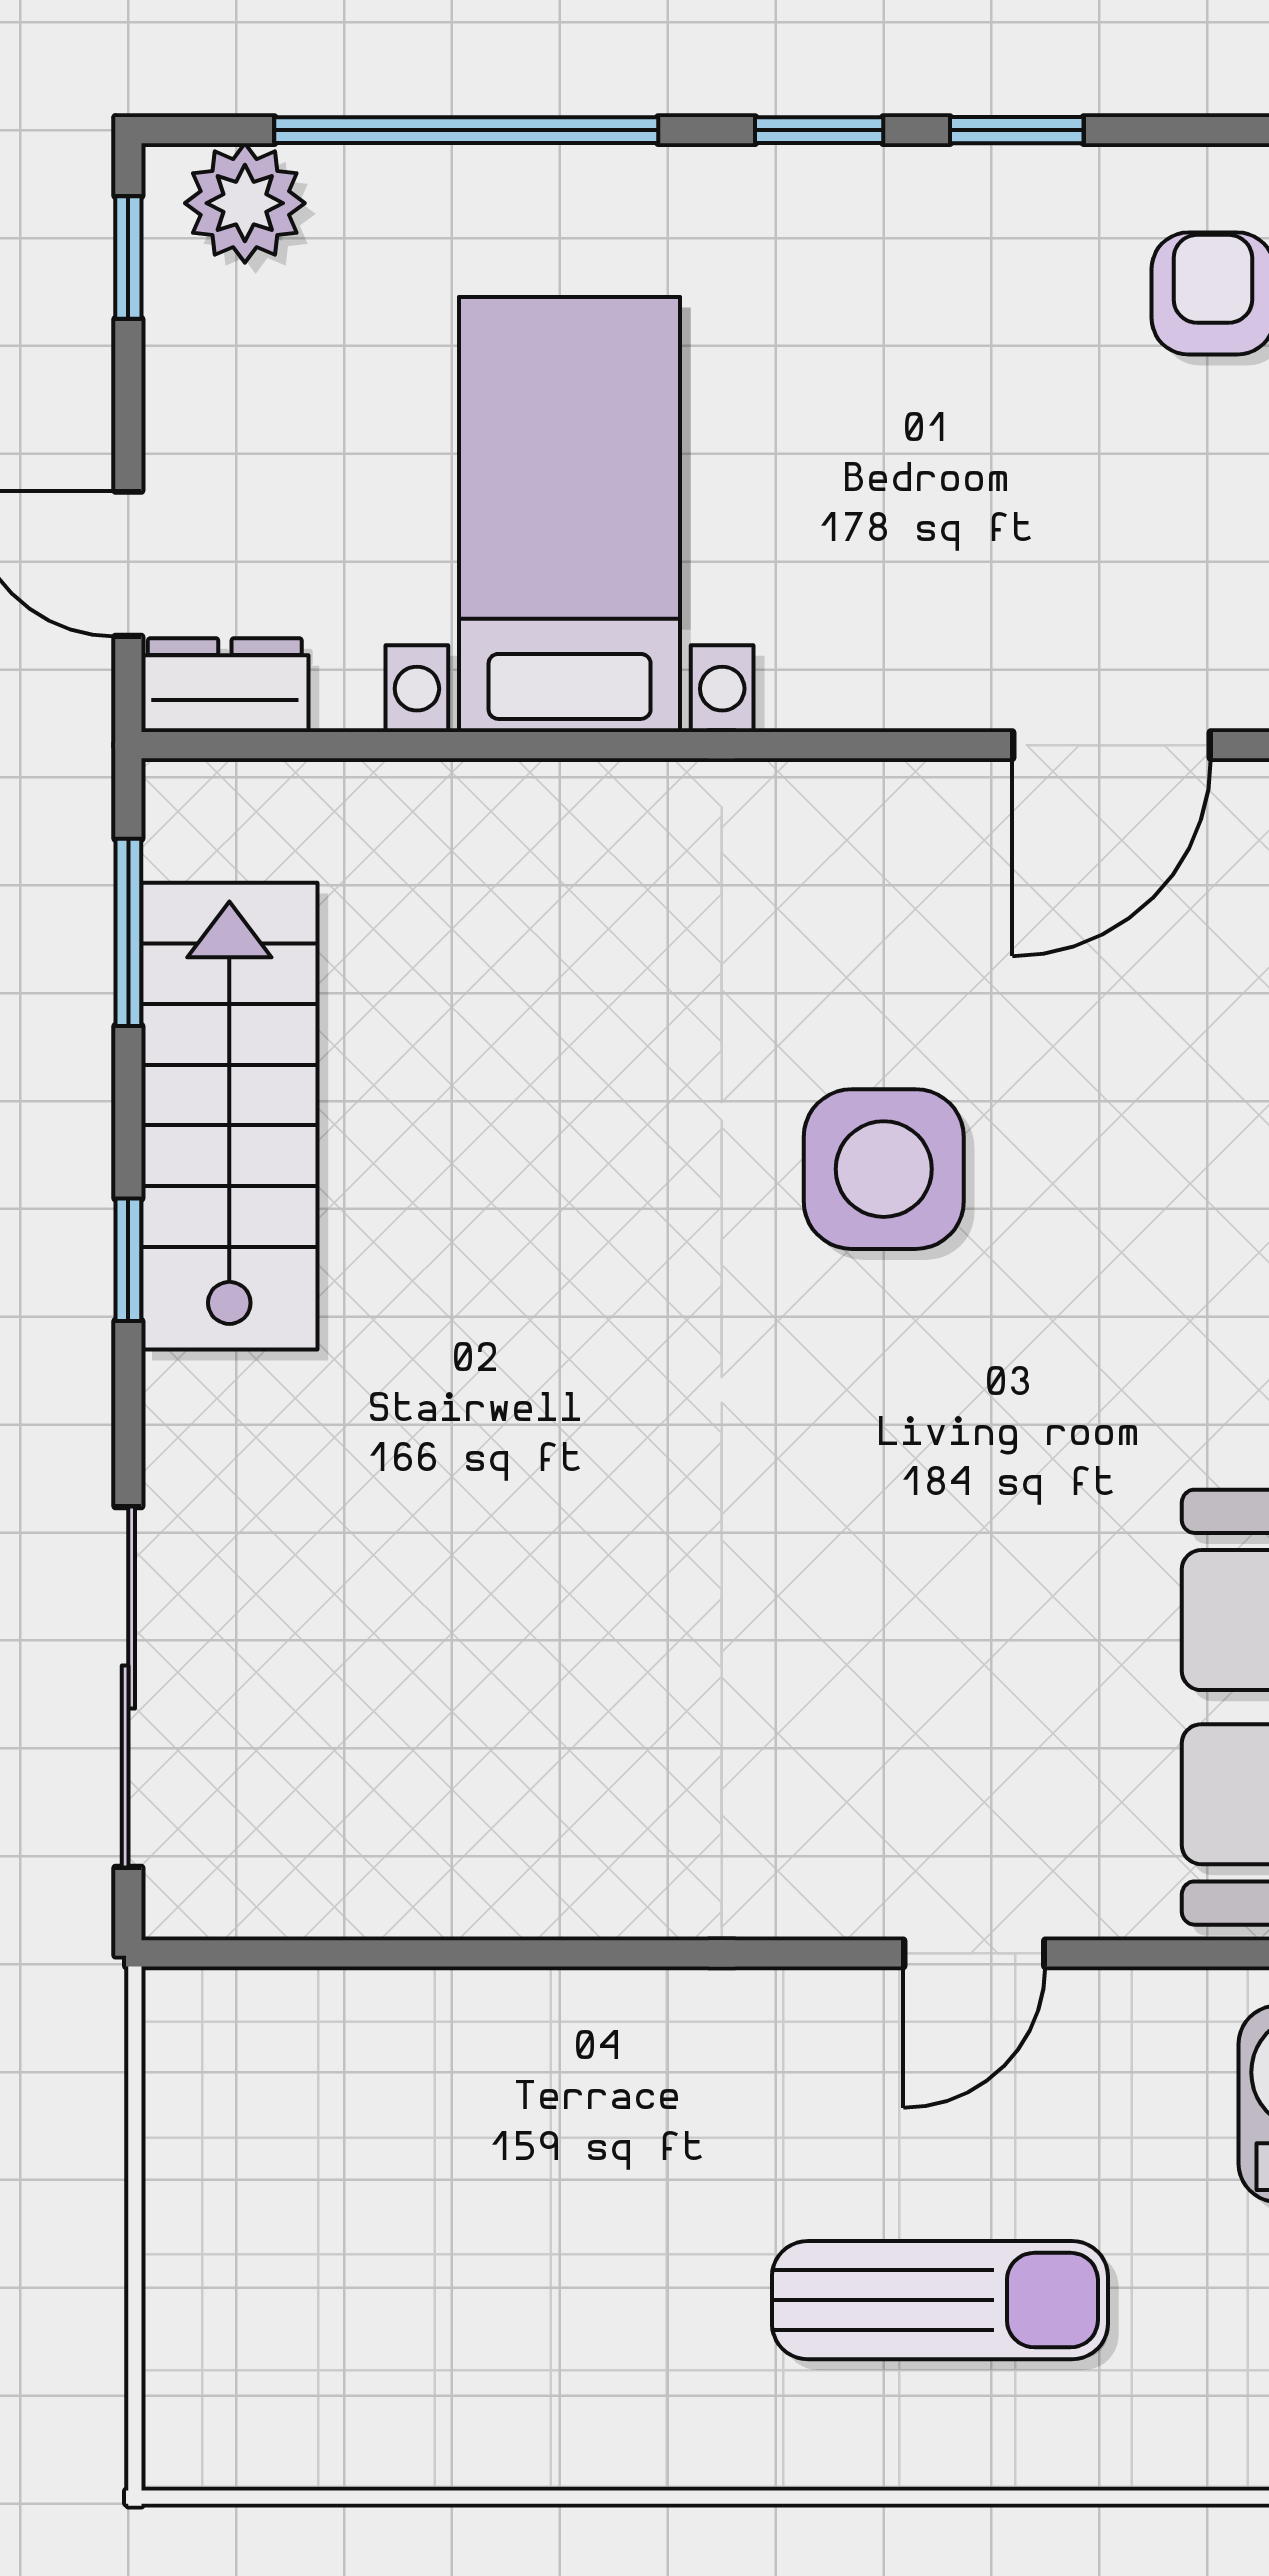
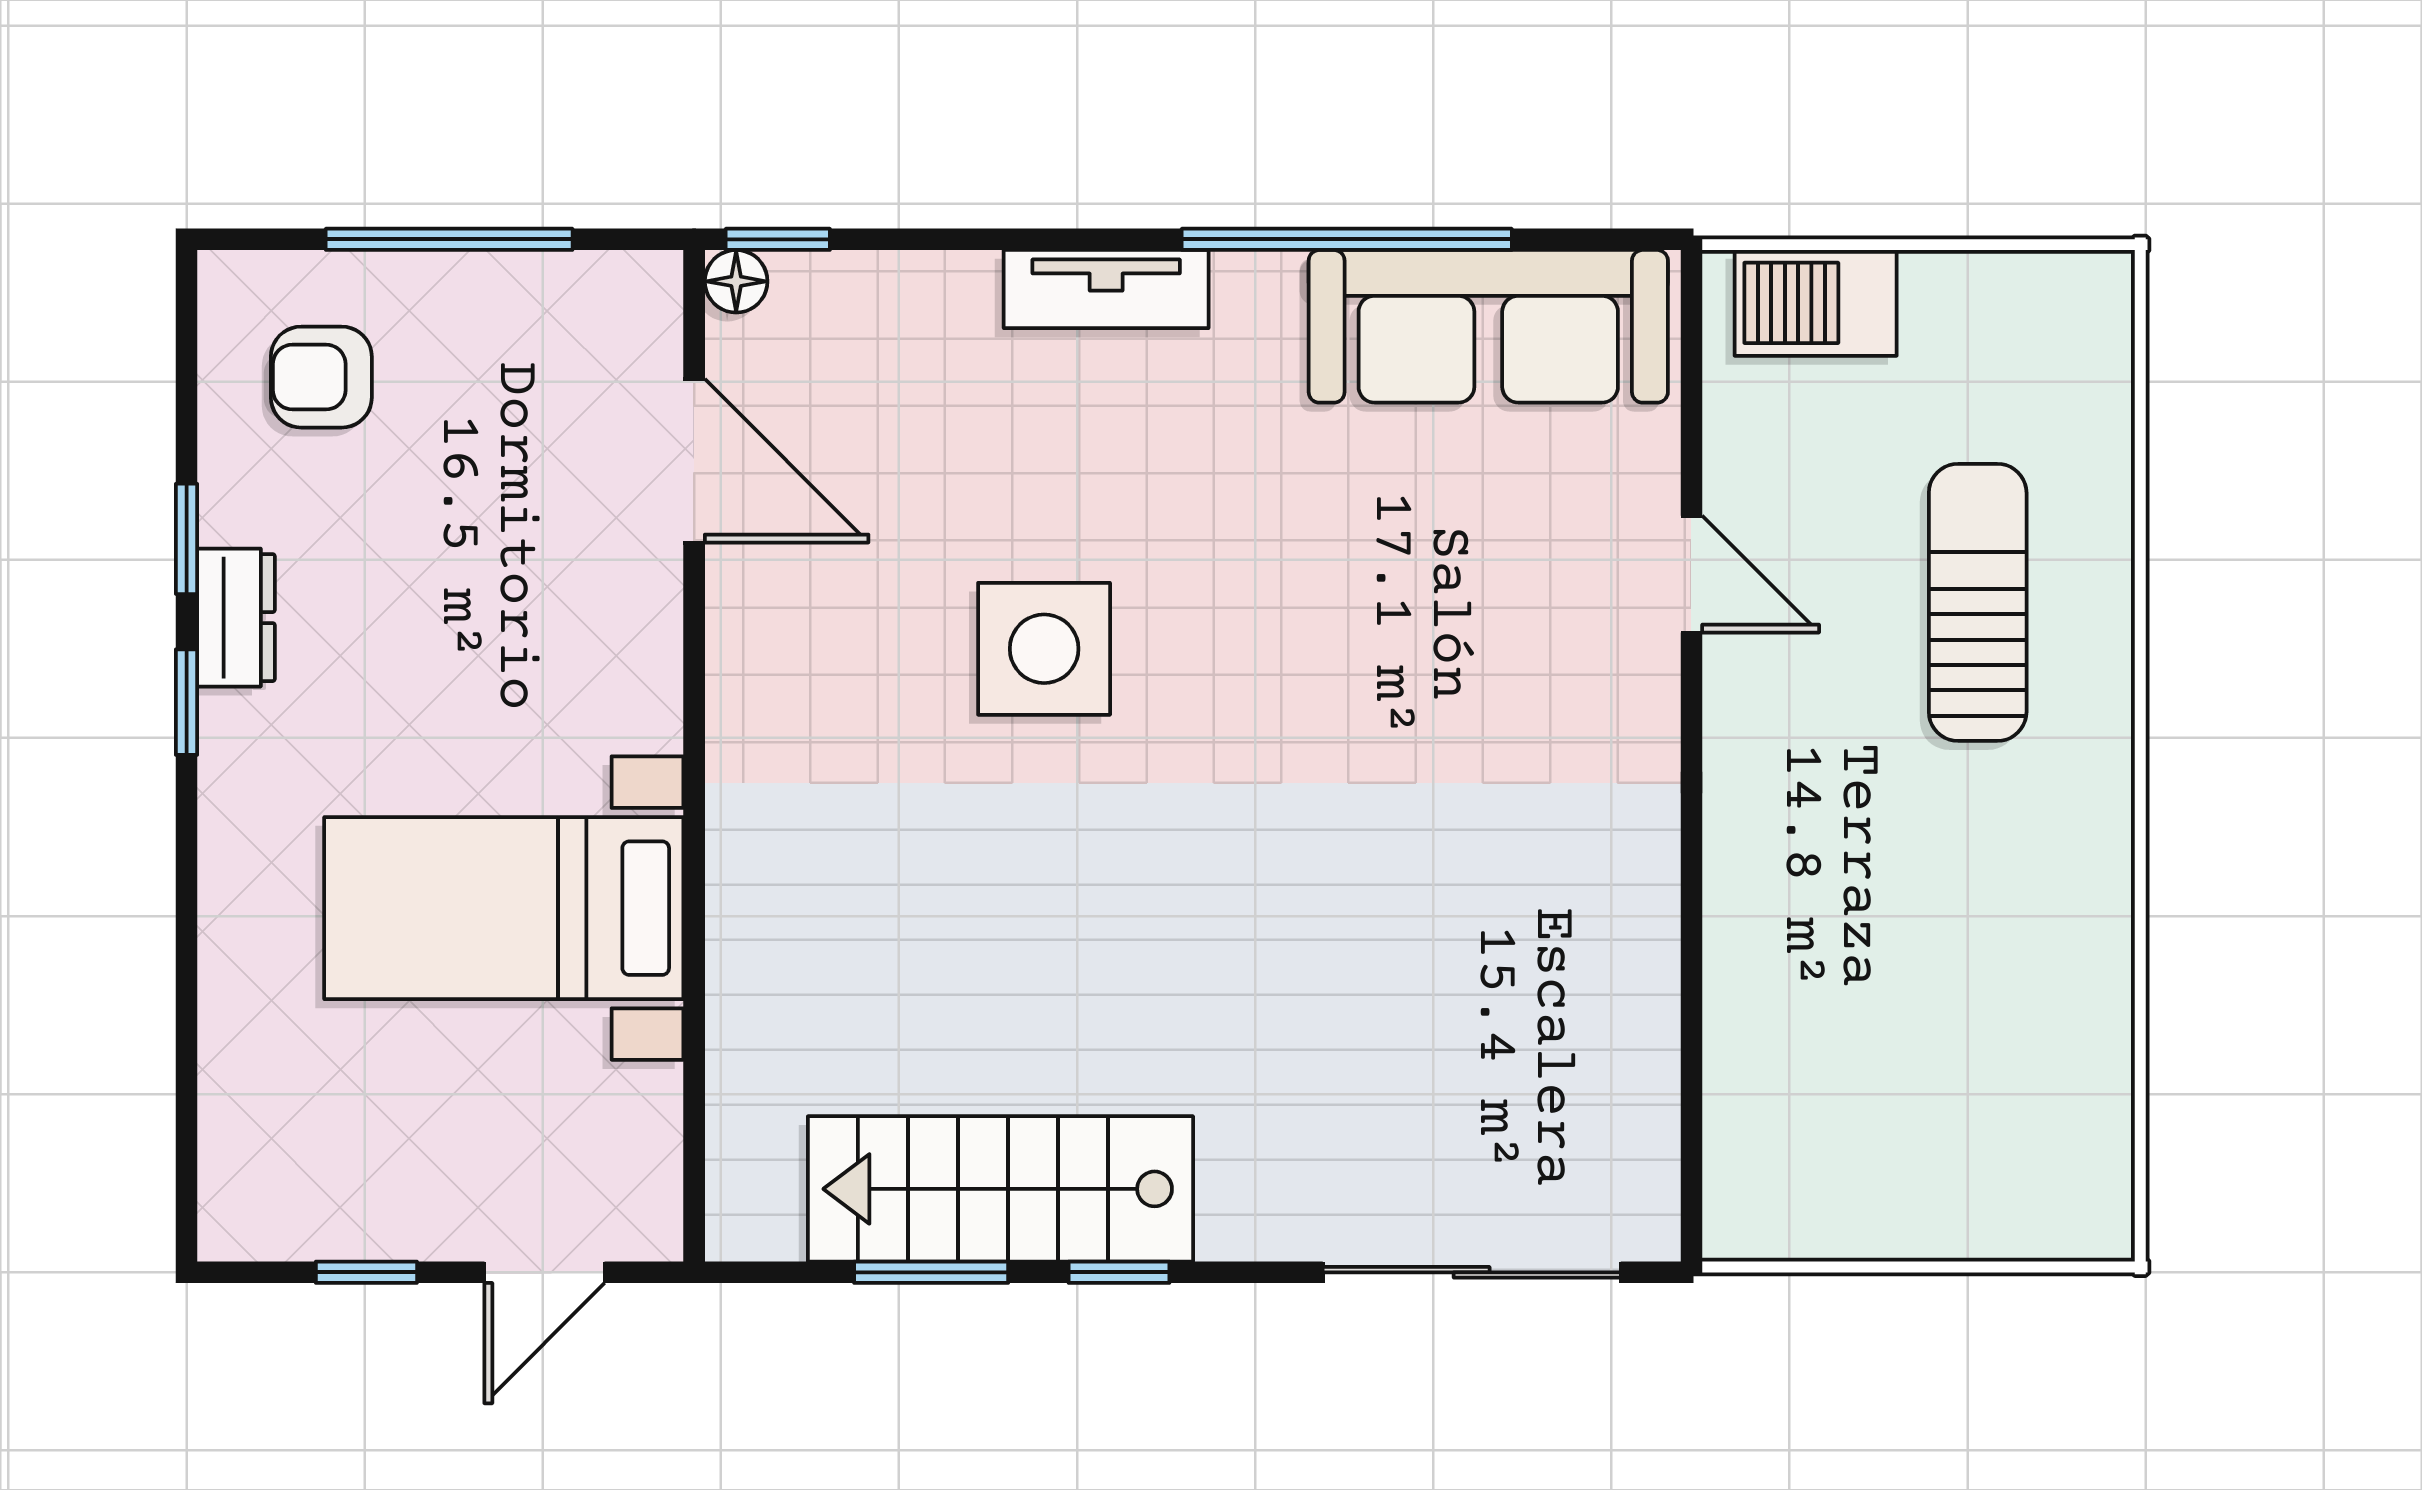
window: (466, 130) -> (187, 993), removed
plant: (245, 203) -> (247, 1176), removed
window: (128, 258) -> (366, 1272), moved
dresser: (225, 685) -> (236, 618), moved, turned 180
window: (128, 932) -> (931, 1272), moved

